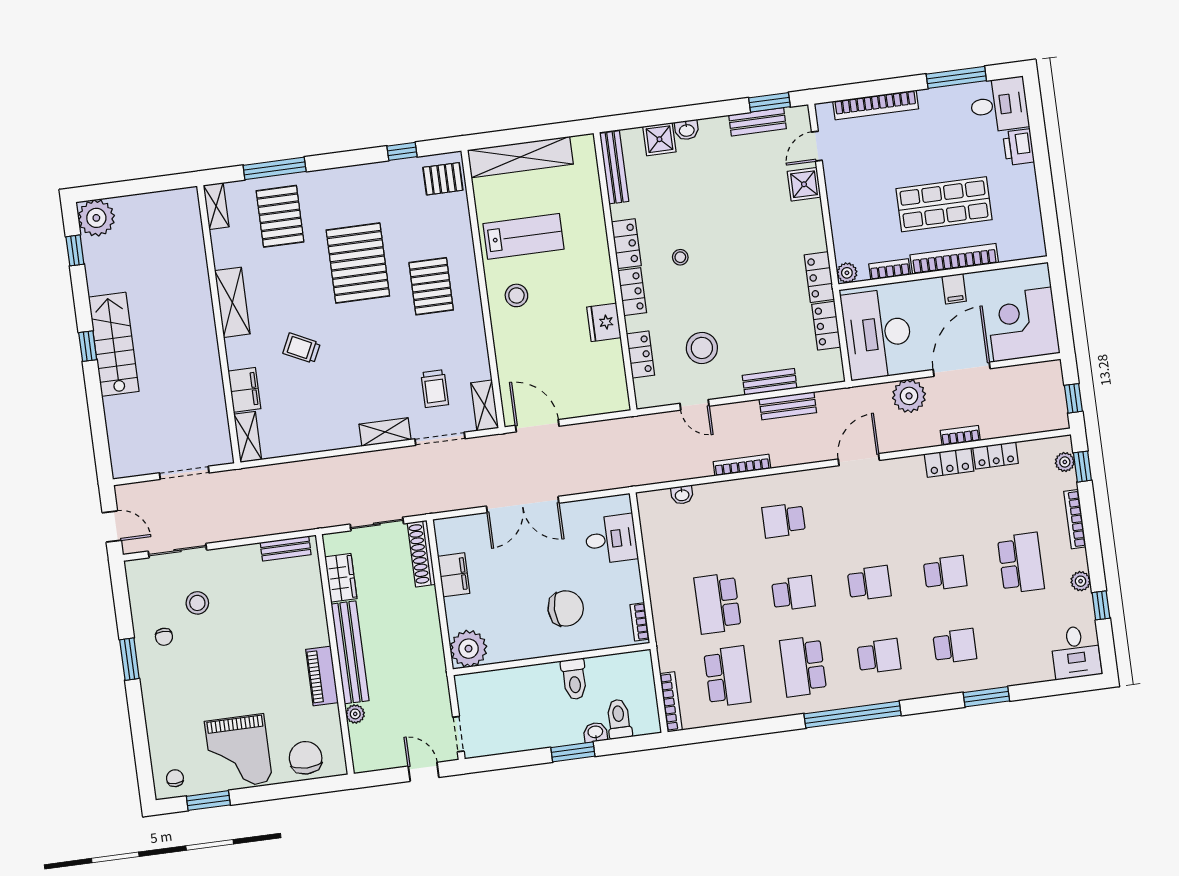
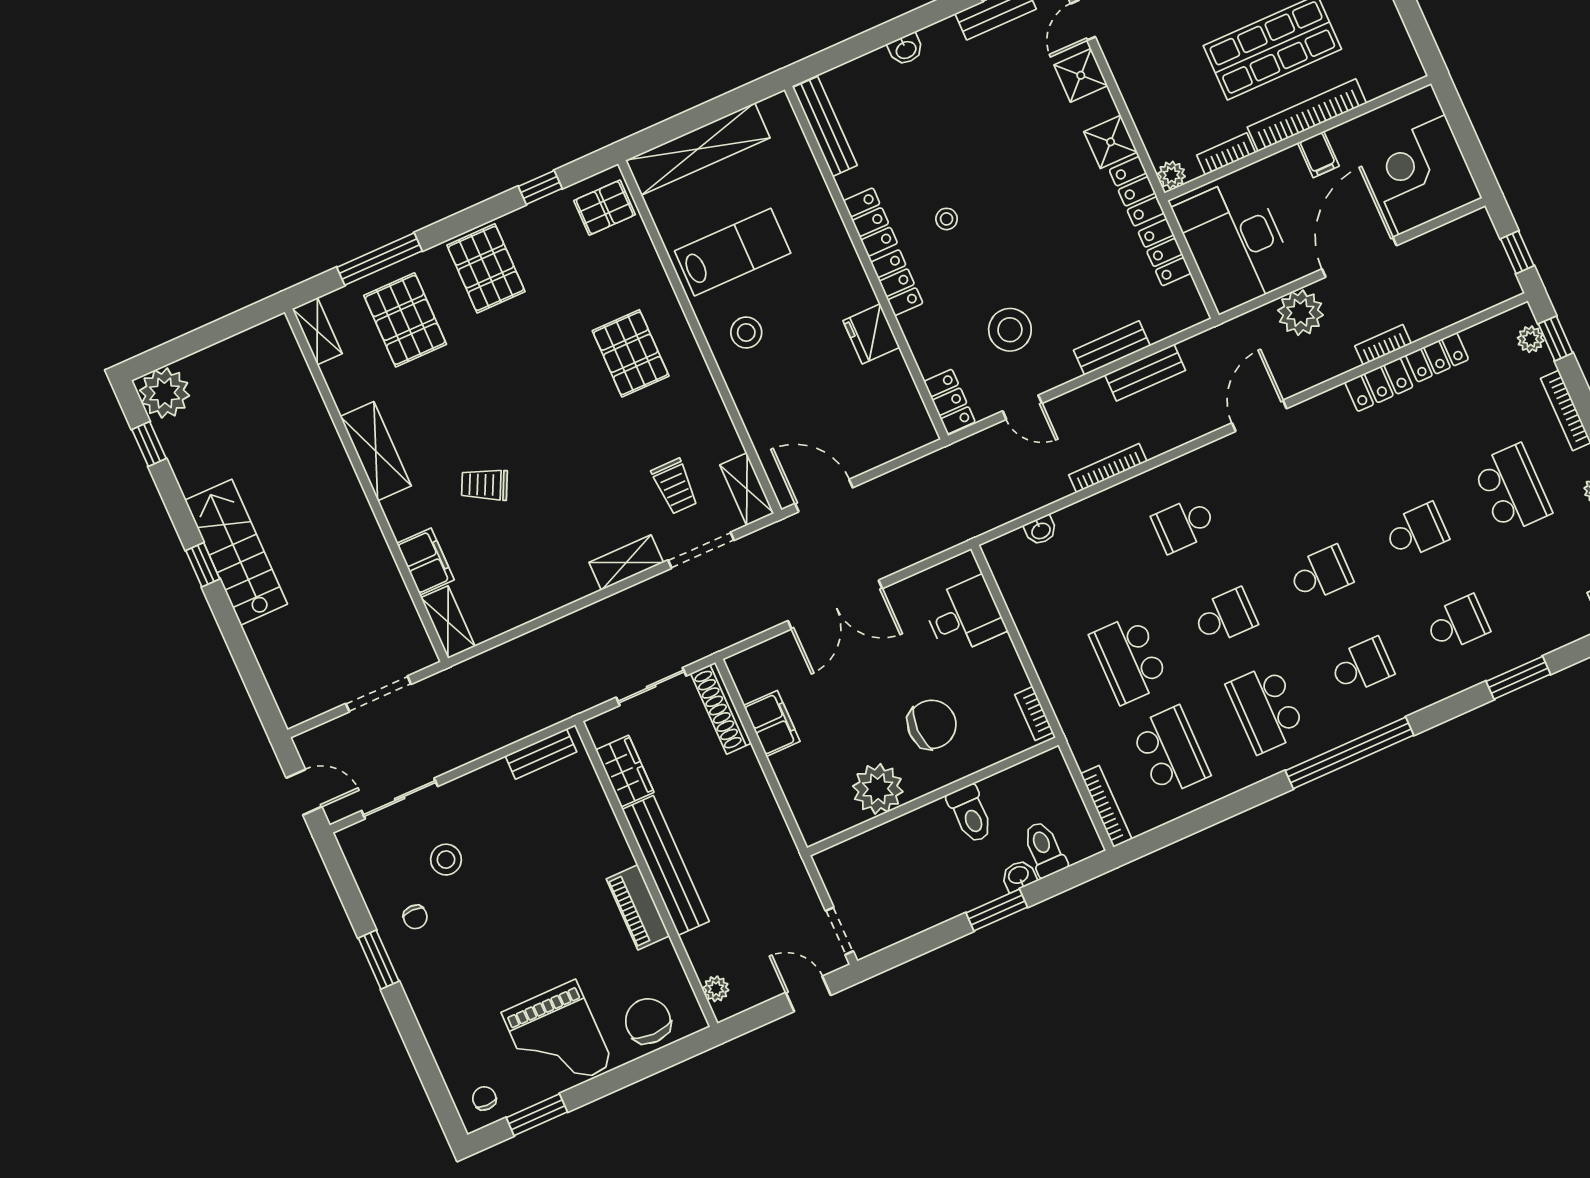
shower: (659, 139) -> (1111, 142), moved
pallet: (358, 263) -> (486, 268), moved, width x0.73, depth x0.71
locker: (640, 354) -> (950, 402), moved
plant: (469, 649) -> (878, 789), moved
plant: (355, 714) -> (716, 989), moved

